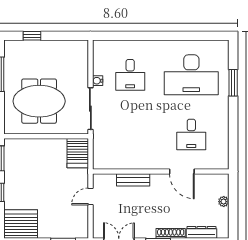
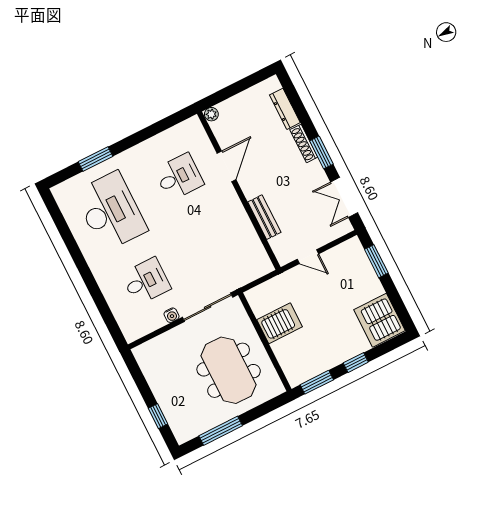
server rack: (78, 153) -> (280, 323), moved
plant: (224, 202) -> (211, 114), moved

